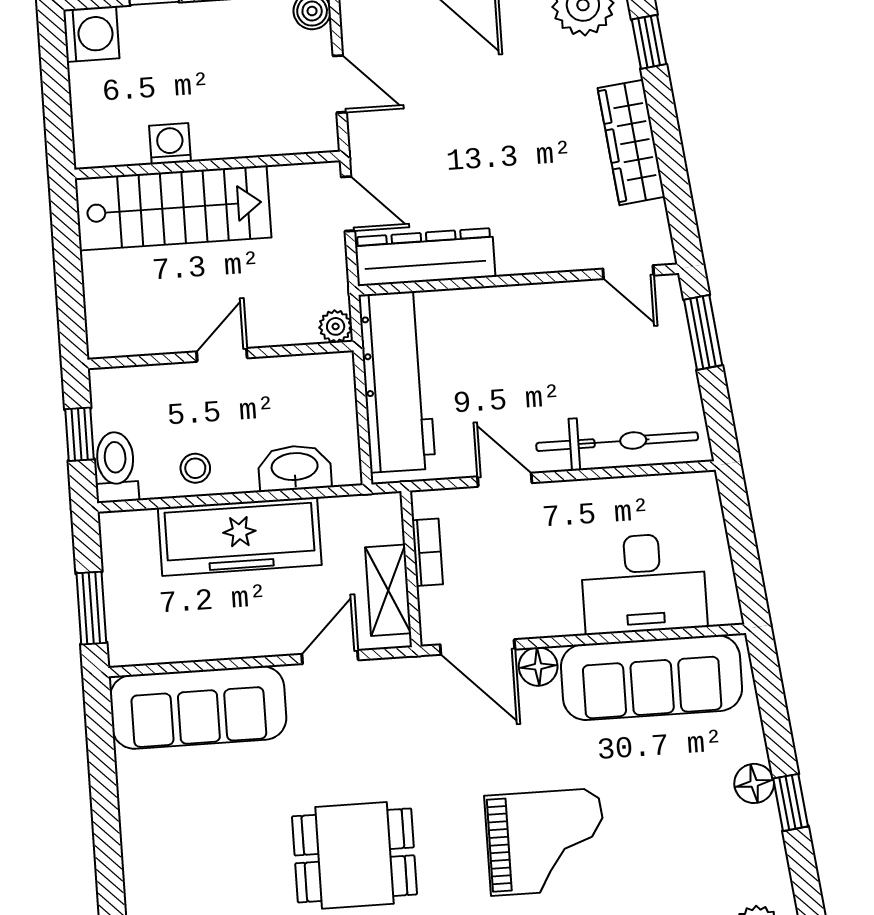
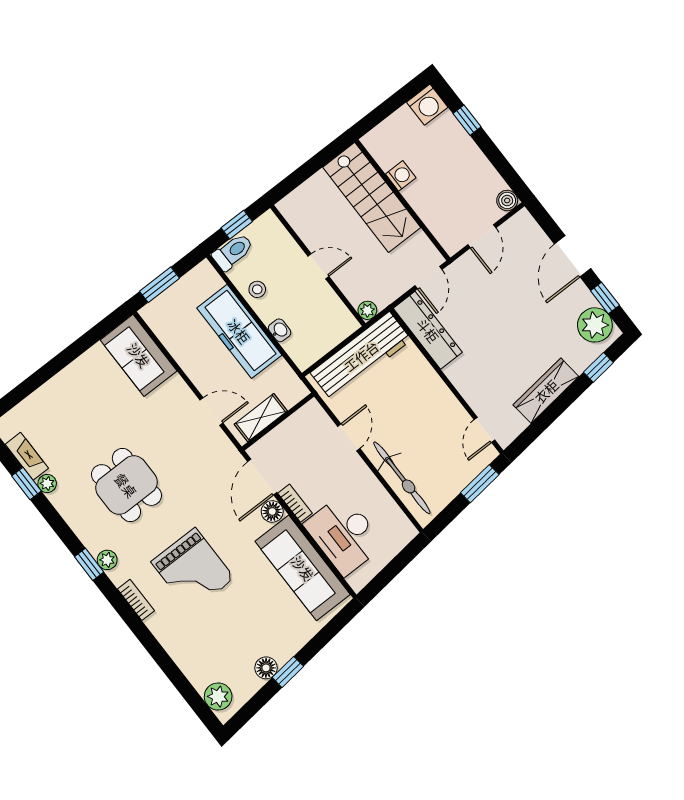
washbasin: (295, 468) -> (280, 330), width x0.52, depth x0.69
bookcase: (427, 552) -> (295, 503), moved, turned -90
sofa: (198, 707) -> (139, 355), width x0.73
floor lamp: (754, 783) -> (266, 668), moved

